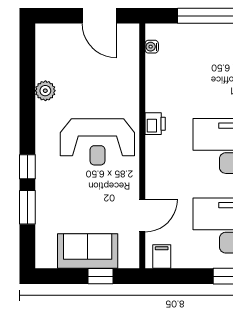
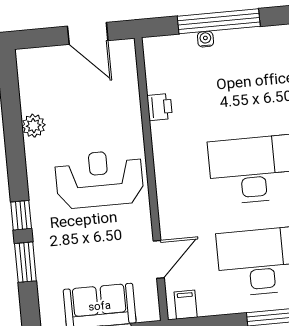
water cooler: (152, 47) -> (205, 39), moved, turned 90
printer: (155, 124) -> (160, 107), moved
reception desk: (97, 142) -> (99, 179), turned 180

